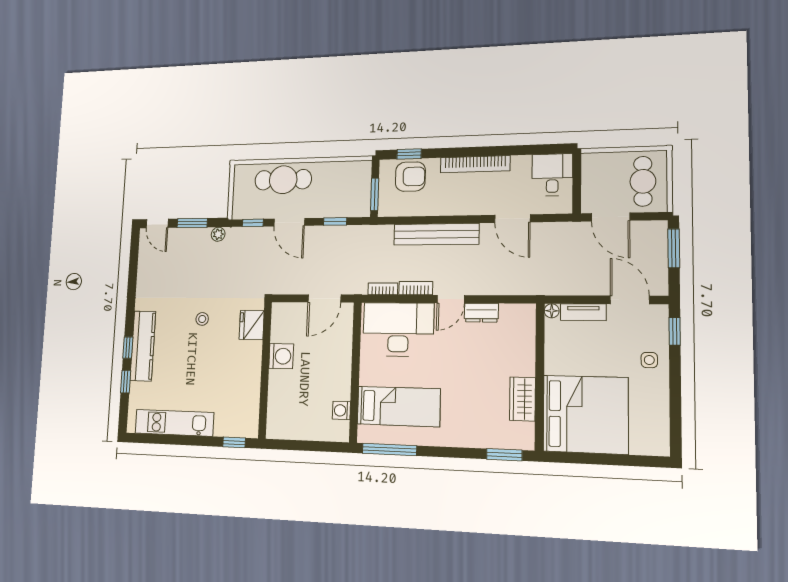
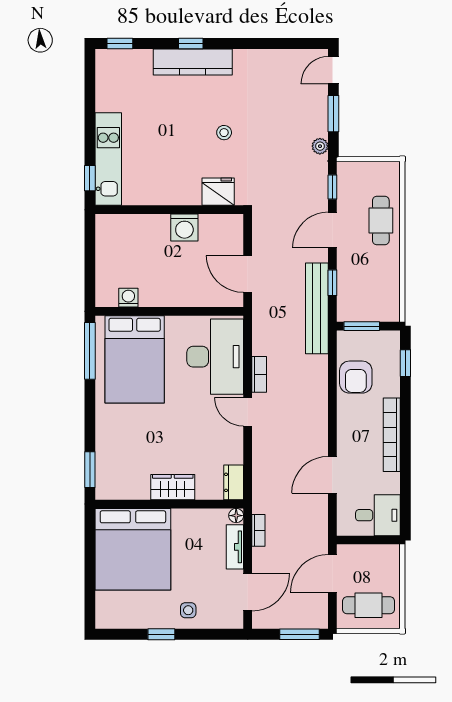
armchair: (410, 177) -> (356, 377), moved
cafe table: (283, 180) -> (381, 221), width x0.73, depth x0.74
bench: (436, 234) -> (317, 308), moved
bookcase: (383, 289) -> (258, 530), moved
dresser: (481, 313) -> (234, 482), moved
window: (675, 331) -> (161, 634), moved
window: (126, 382) -> (120, 44), moved
wardrobe: (522, 399) -> (173, 487), moved
bed: (399, 406) -> (135, 359), width x1.50
kitchen unit: (174, 423) -> (108, 159), moved

